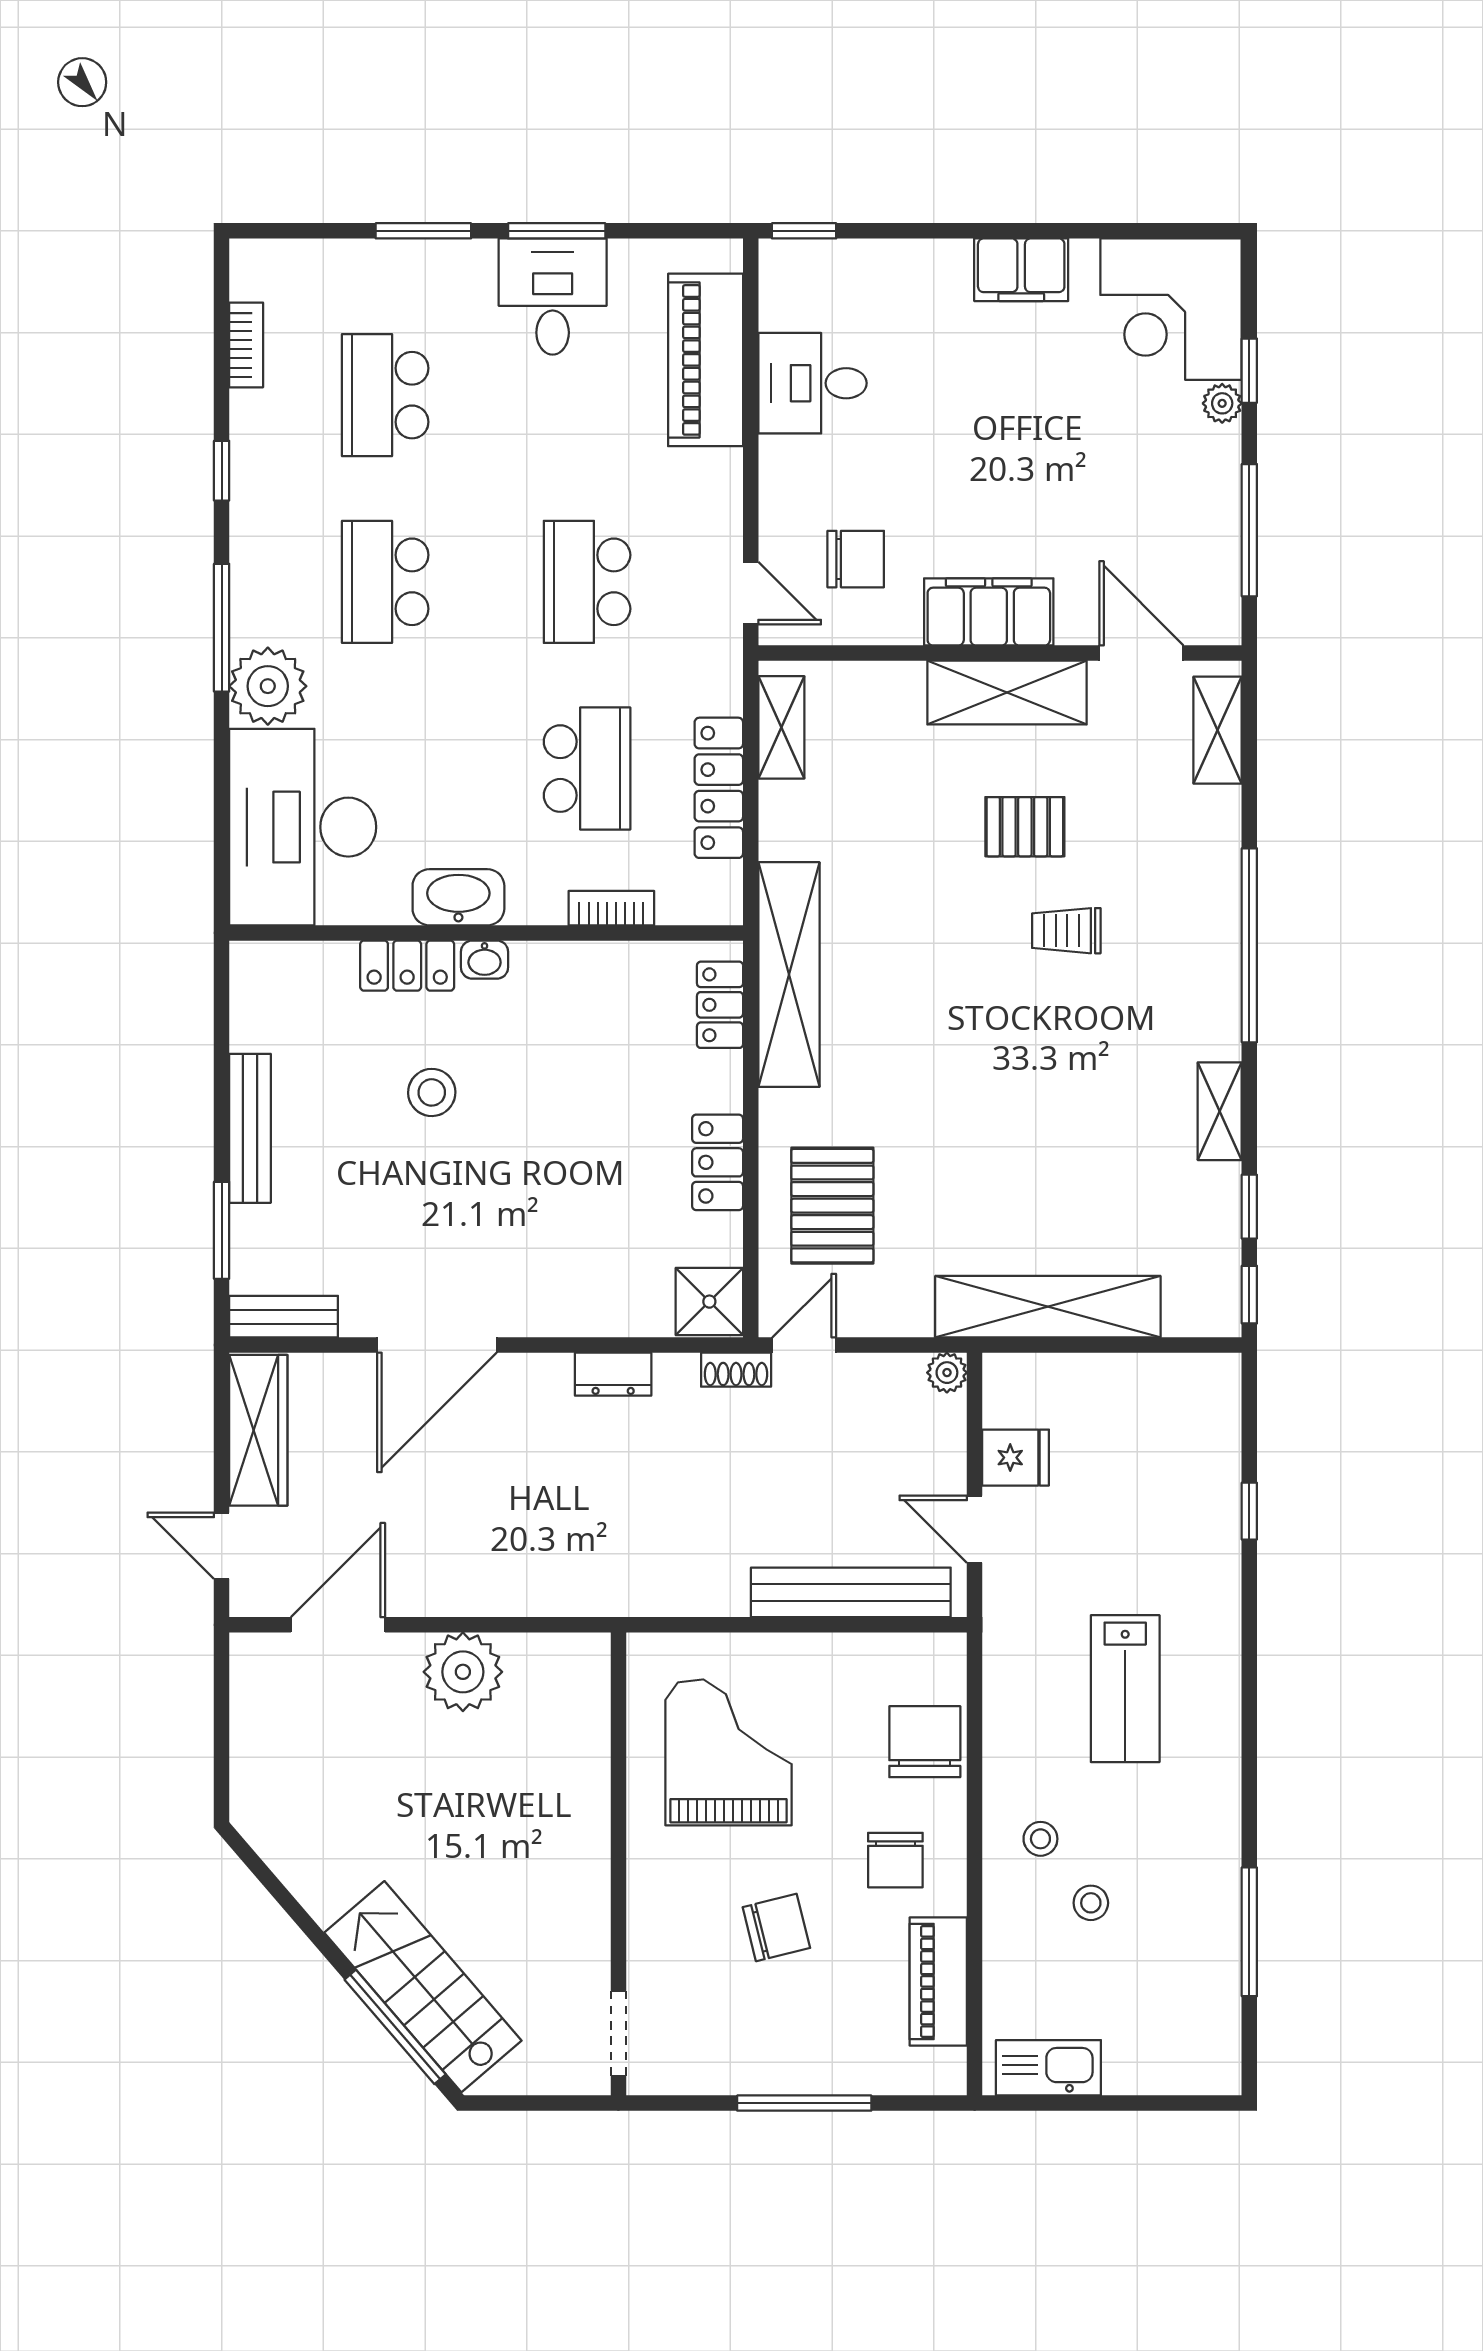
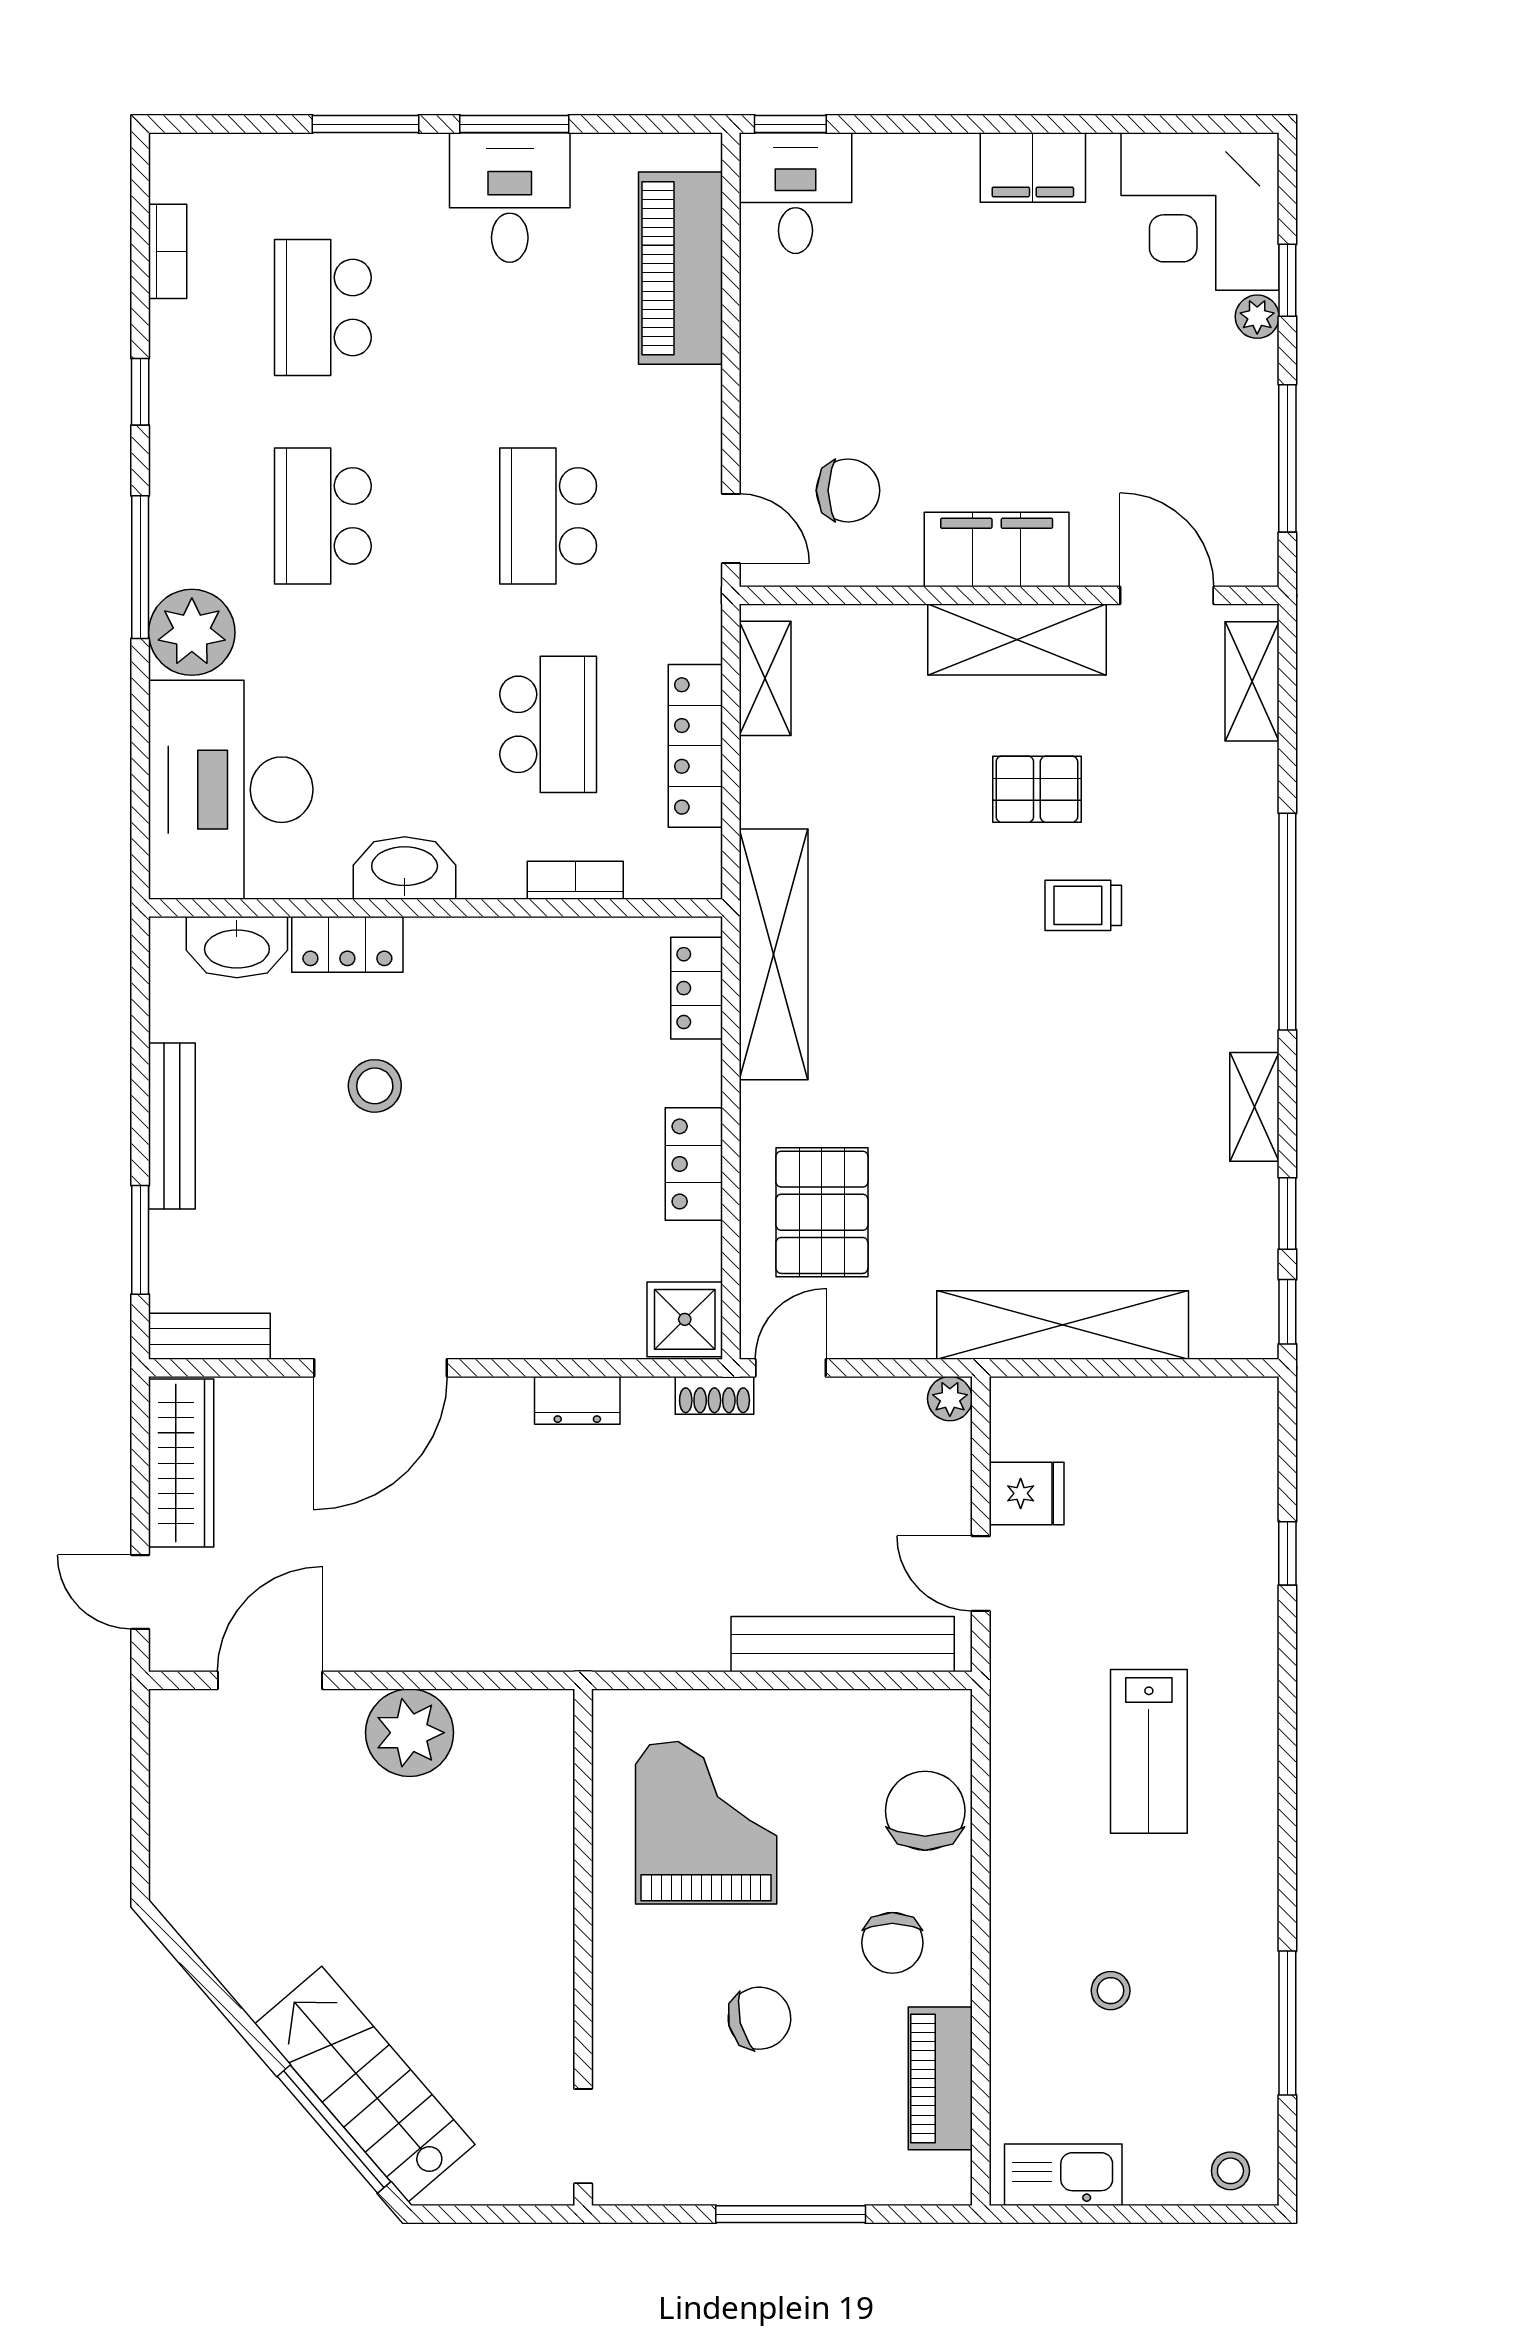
desk: (813, 383) -> (795, 193), moved, turned 90
washbasin: (485, 960) -> (237, 947), moved, width x1.91, depth x1.45
stool: (1040, 1839) -> (1230, 2171), moved

